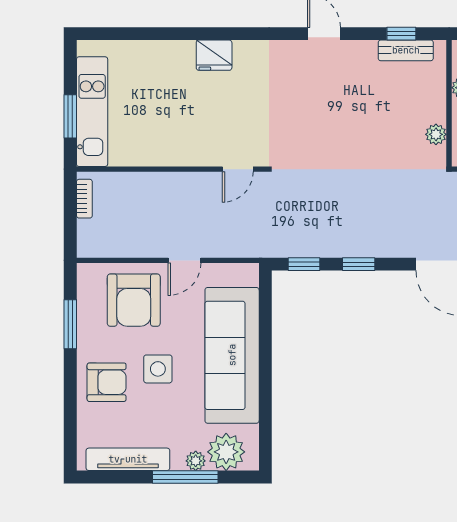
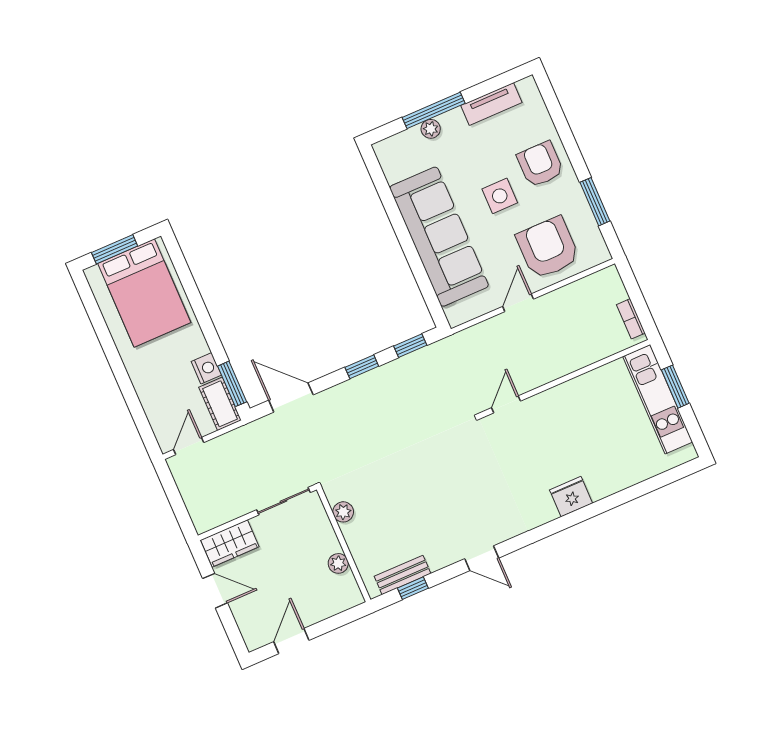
armchair: (107, 382) -> (540, 164), turned 90
plant: (226, 452) -> (407, 149), removed
tv unit: (128, 459) -> (491, 104), width x0.71

